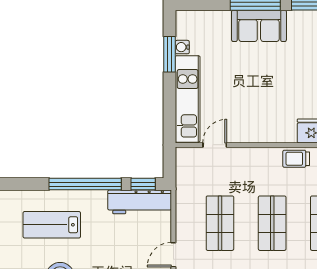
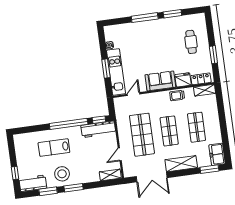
sofa: (259, 26) -> (160, 81), moved, turned 180
window: (170, 54) -> (106, 68), moved
shop shelf: (220, 223) -> (142, 135), width x1.43, depth x1.36

